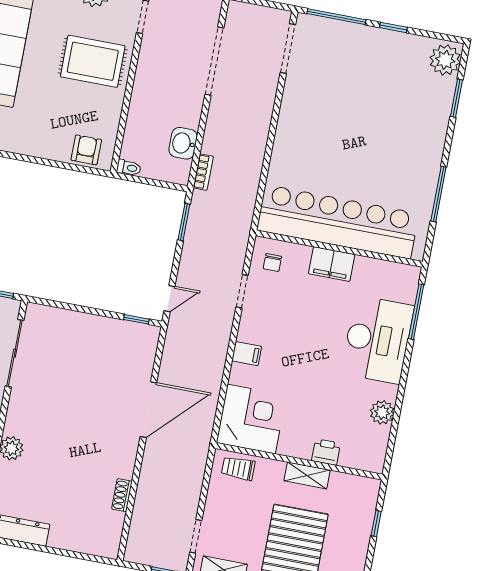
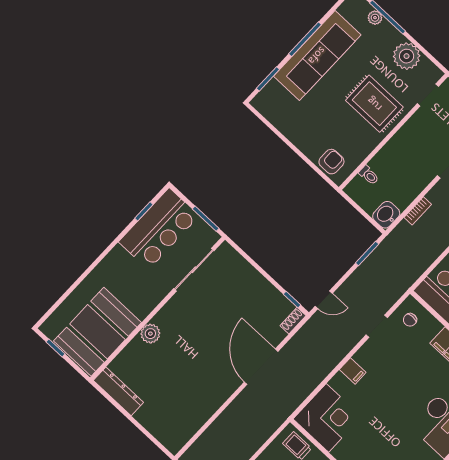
washbasin: (183, 143) -> (386, 215), moved
toilet: (129, 168) -> (369, 175), moved
bookcase: (203, 172) -> (418, 211), moved
door: (148, 410) -> (261, 367), swing flipped
shoe rack: (122, 495) -> (293, 321), moved

